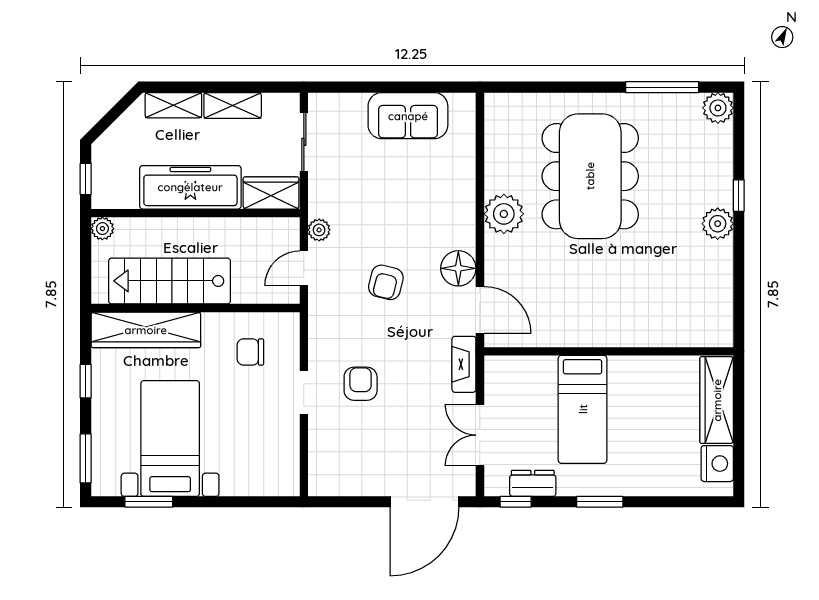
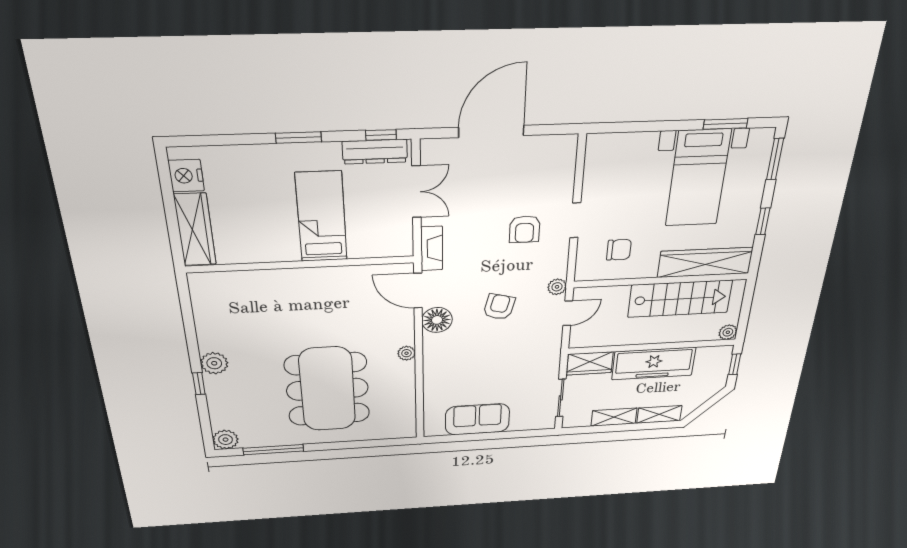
plant: (504, 214) -> (406, 353), width x0.53, depth x0.53
plant: (319, 230) -> (557, 287), moved
dresser: (533, 483) -> (375, 152), width x1.44
door: (425, 502) -> (491, 131), moved

